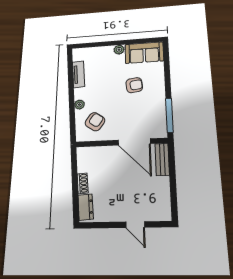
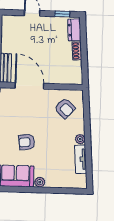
plant: (79, 105) -> (80, 139), moved
armchair: (95, 122) -> (65, 108), turned -82
window: (100, 225) -> (62, 14), added

